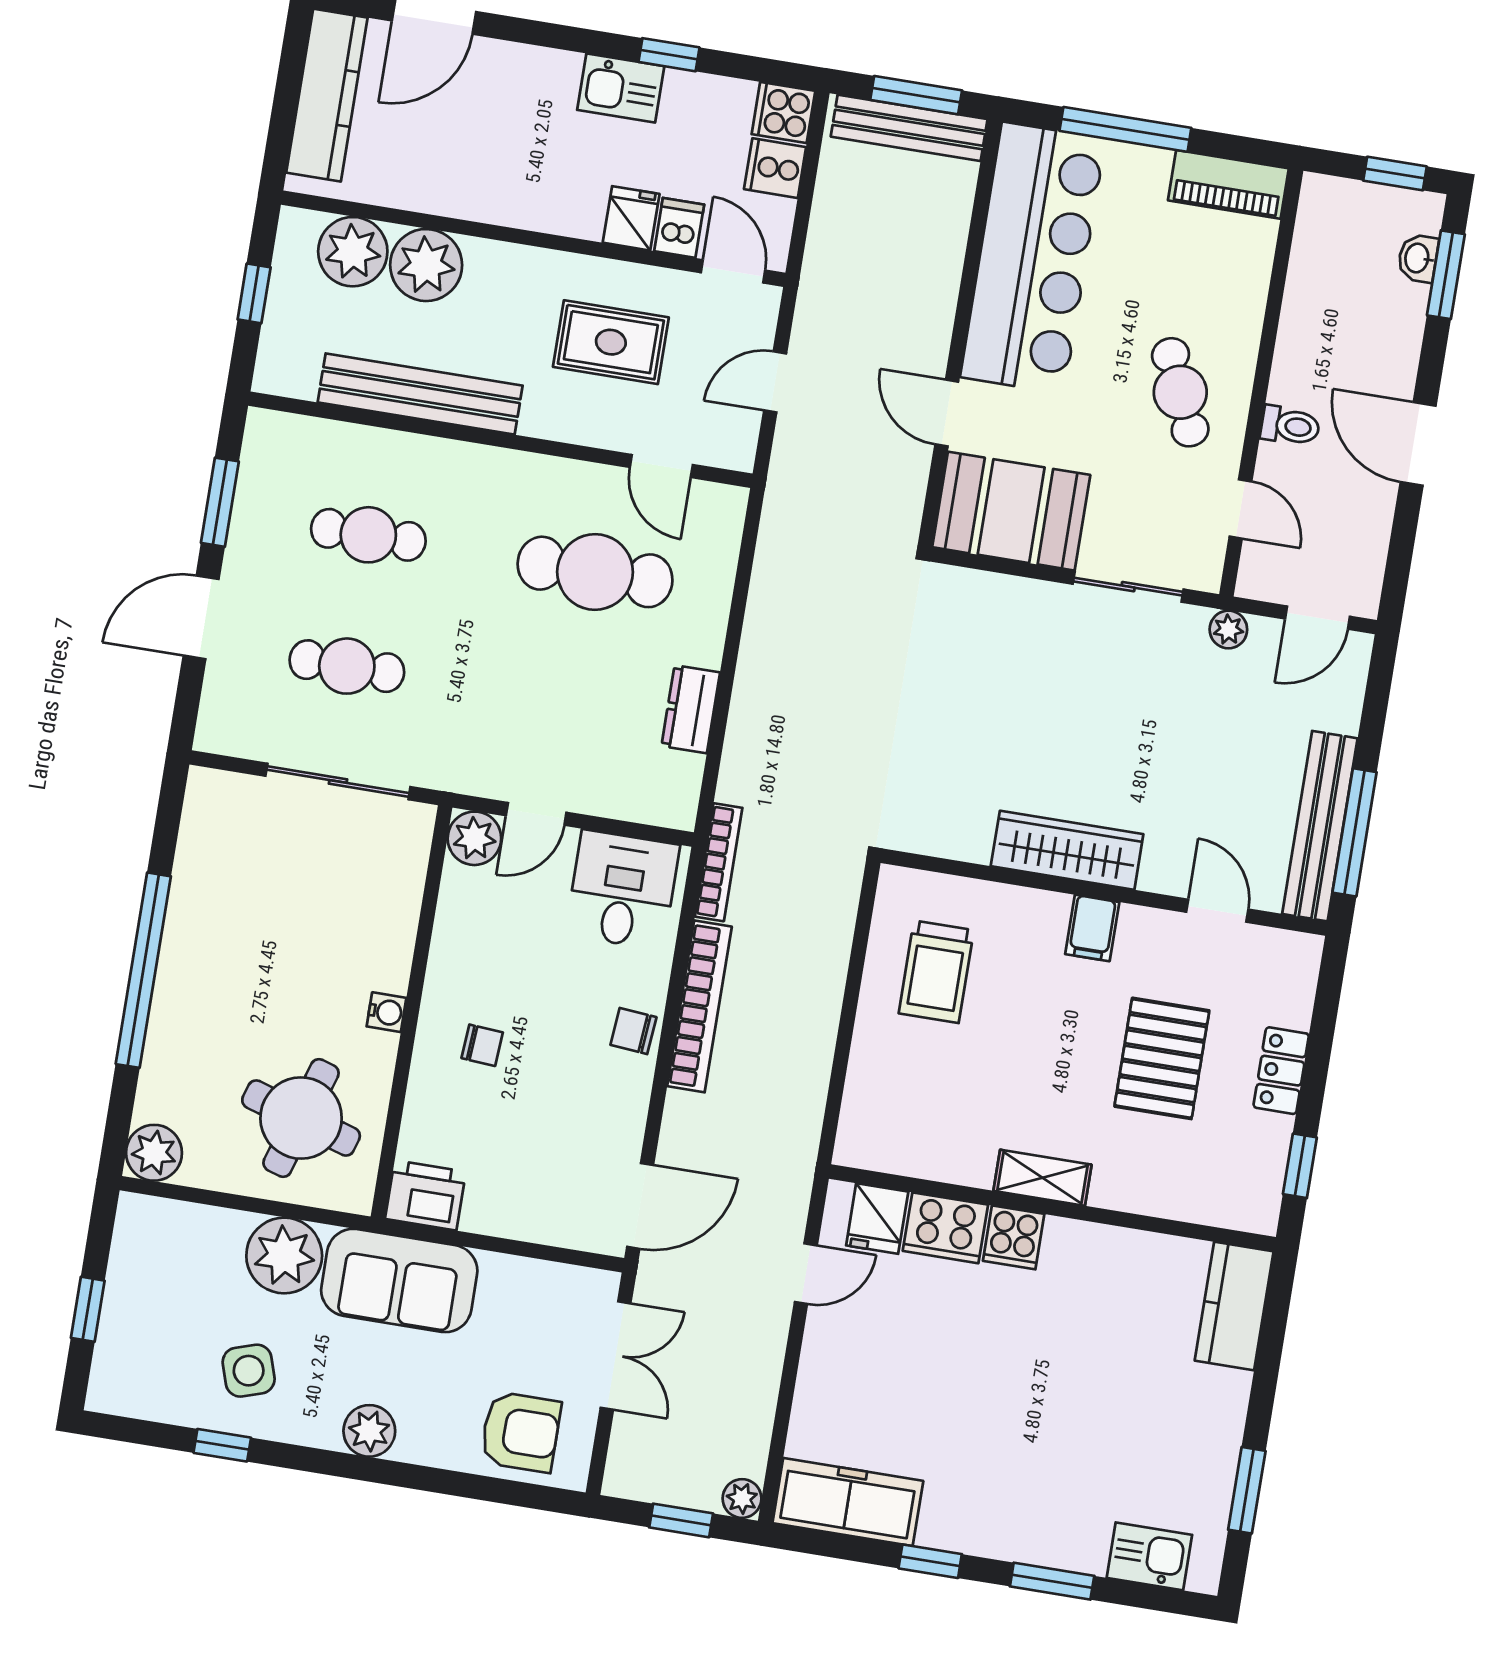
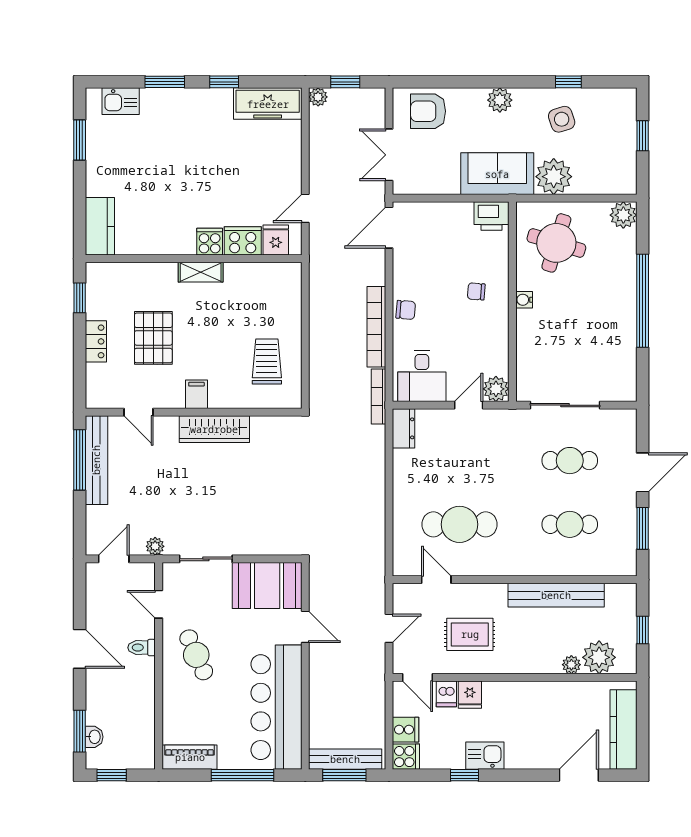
plant: (426, 265) -> (571, 665), width x0.53, depth x0.53
dresser: (691, 709) -> (404, 428), moved

